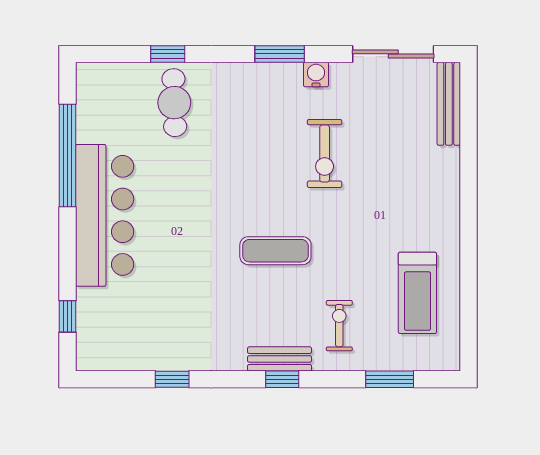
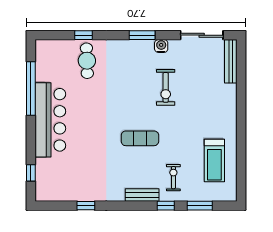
window: (282, 379) -> (166, 206), moved

